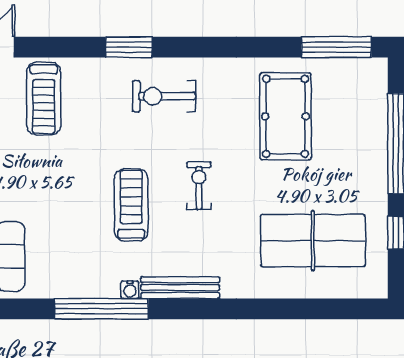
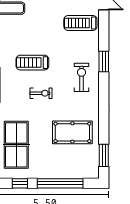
window: (336, 47) -> (104, 155), width x0.69
treadmill: (131, 205) -> (32, 63), turned 180

